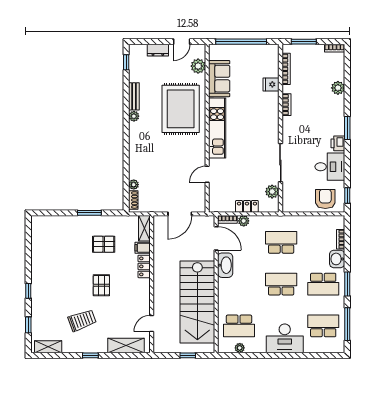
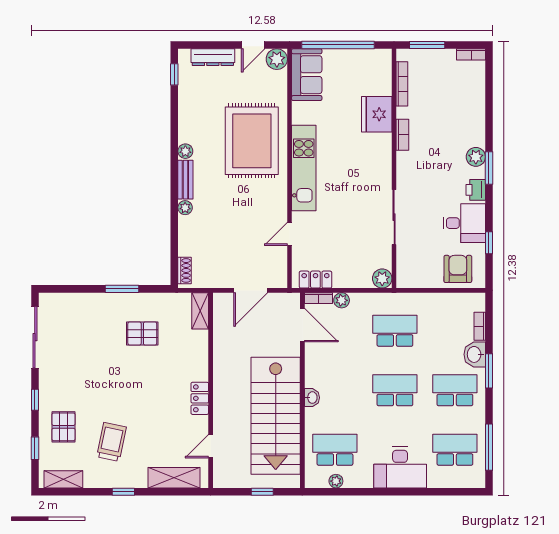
dresser: (158, 50) -> (213, 57), width x1.44
plant: (198, 66) -> (277, 59), moved
sofa: (219, 79) -> (307, 75), moved
fridge: (271, 84) -> (377, 114), width x1.88, depth x1.34
plant: (338, 88) -> (476, 157), moved
bench: (134, 96) -> (185, 180), moved
plant: (134, 185) -> (185, 208), moved
plant: (272, 192) -> (382, 278), moved
window: (347, 195) -> (489, 243), moved
locker: (247, 206) -> (315, 280), moved
sliding door: (28, 247) -> (35, 337), added
filing cabinet: (143, 248) -> (198, 339), removed
washbasin: (225, 265) -> (312, 398), moved, width x0.52, depth x0.69
locker: (144, 266) -> (200, 398), moved
school desk: (323, 284) -> (455, 390), turned 180
window: (347, 284) -> (489, 371), moved
pallet: (101, 285) -> (64, 427), moved
trolley: (82, 320) -> (111, 442), turned -58
school desk: (239, 326) -> (335, 450), turned 180

